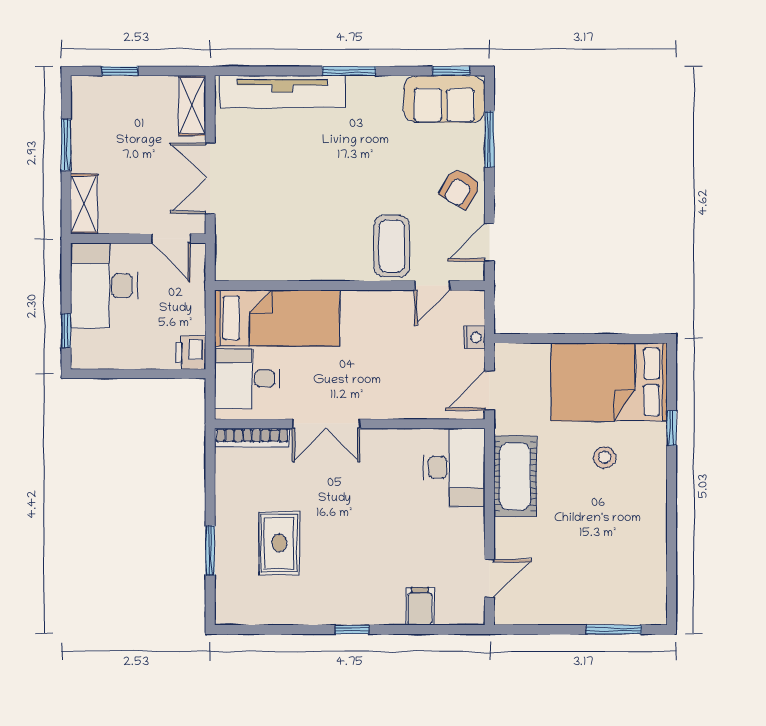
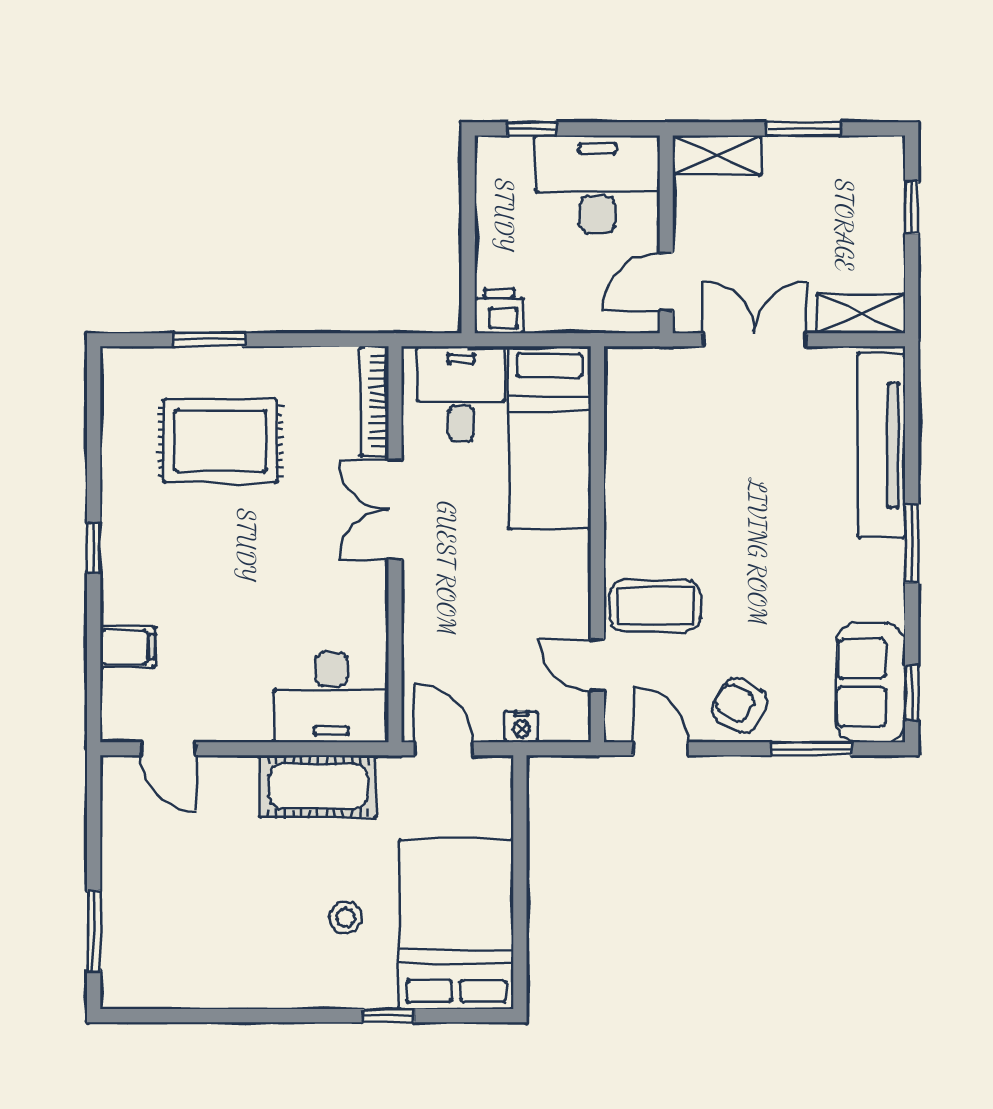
rug: (279, 543) -> (220, 441), width x1.36, depth x1.43

